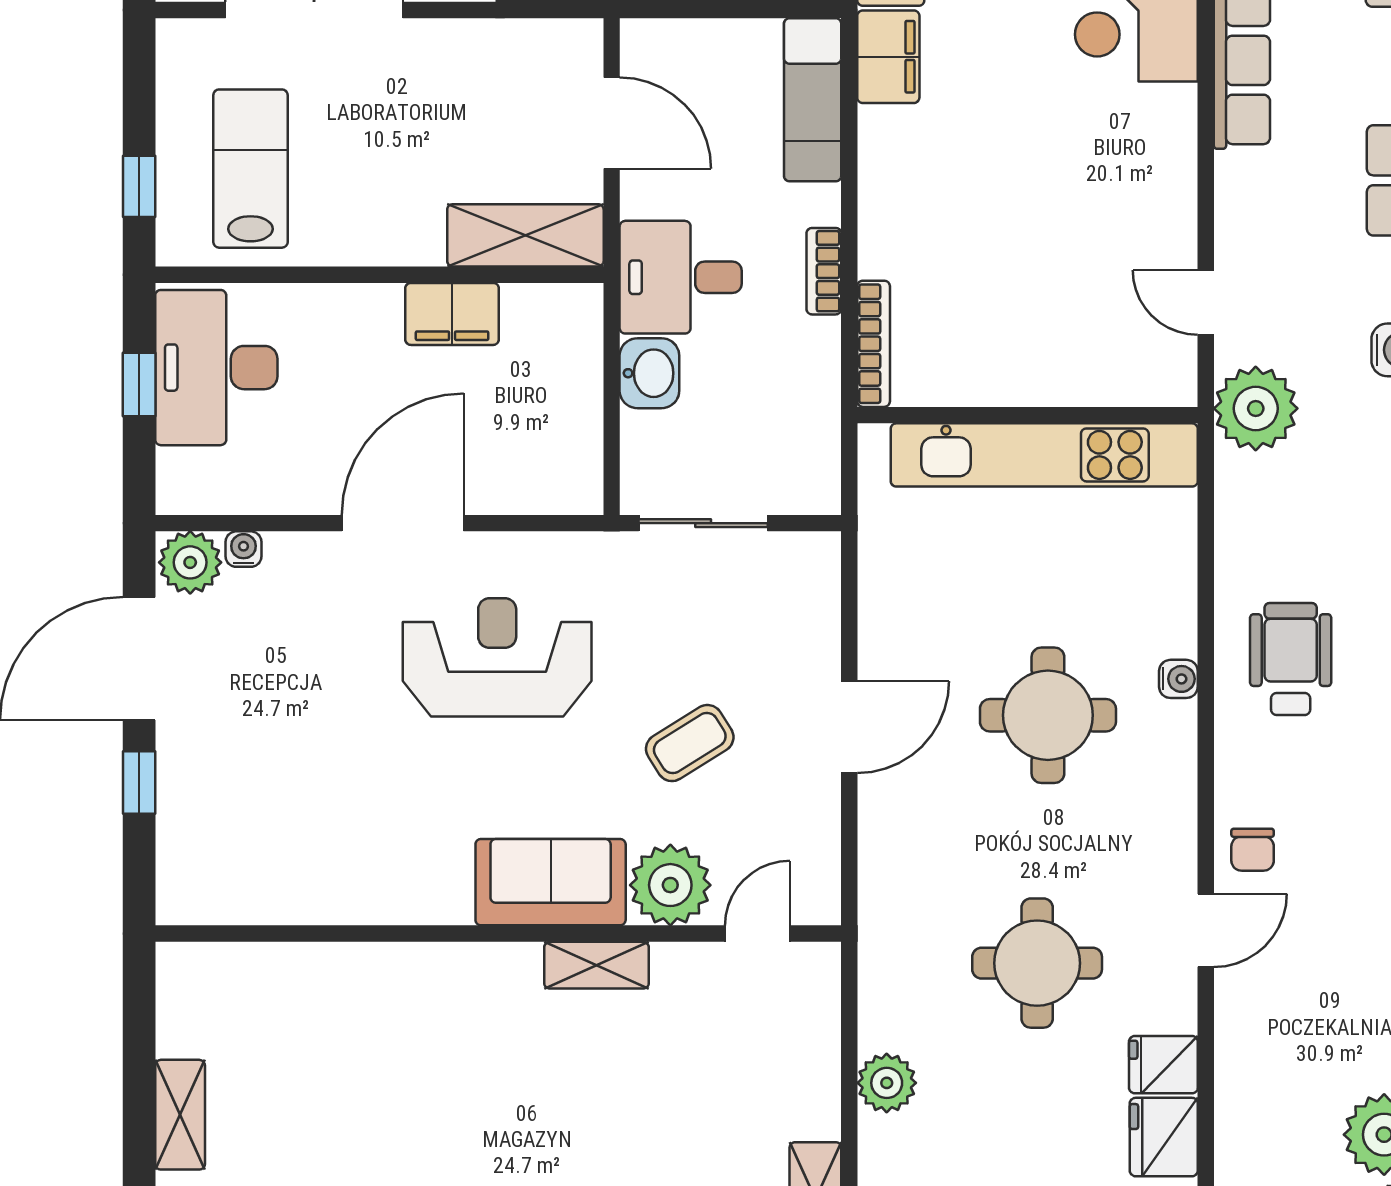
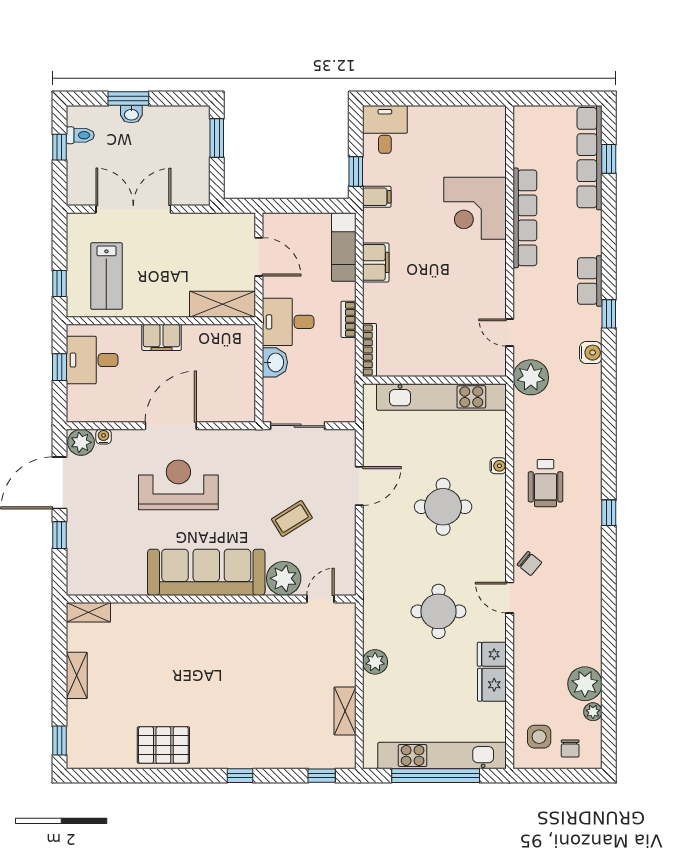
filing cabinet: (888, 57) -> (376, 262), moved
lab bench: (251, 169) -> (106, 276), turned 180
filing cabinet: (452, 314) -> (162, 337), moved
desk: (216, 368) -> (92, 360), width x0.73
reception desk: (497, 657) -> (178, 485), moved
wheelchair: (1291, 659) -> (546, 483), turned 180
water cooler: (1178, 679) -> (498, 466), moved
door: (849, 727) -> (359, 486), moved
chair: (1253, 850) -> (529, 564), turned -51
sofa: (551, 882) -> (206, 572), width x1.85, depth x1.27
door: (1206, 930) -> (510, 598), swing flipped
shelving: (596, 965) -> (88, 612), moved

